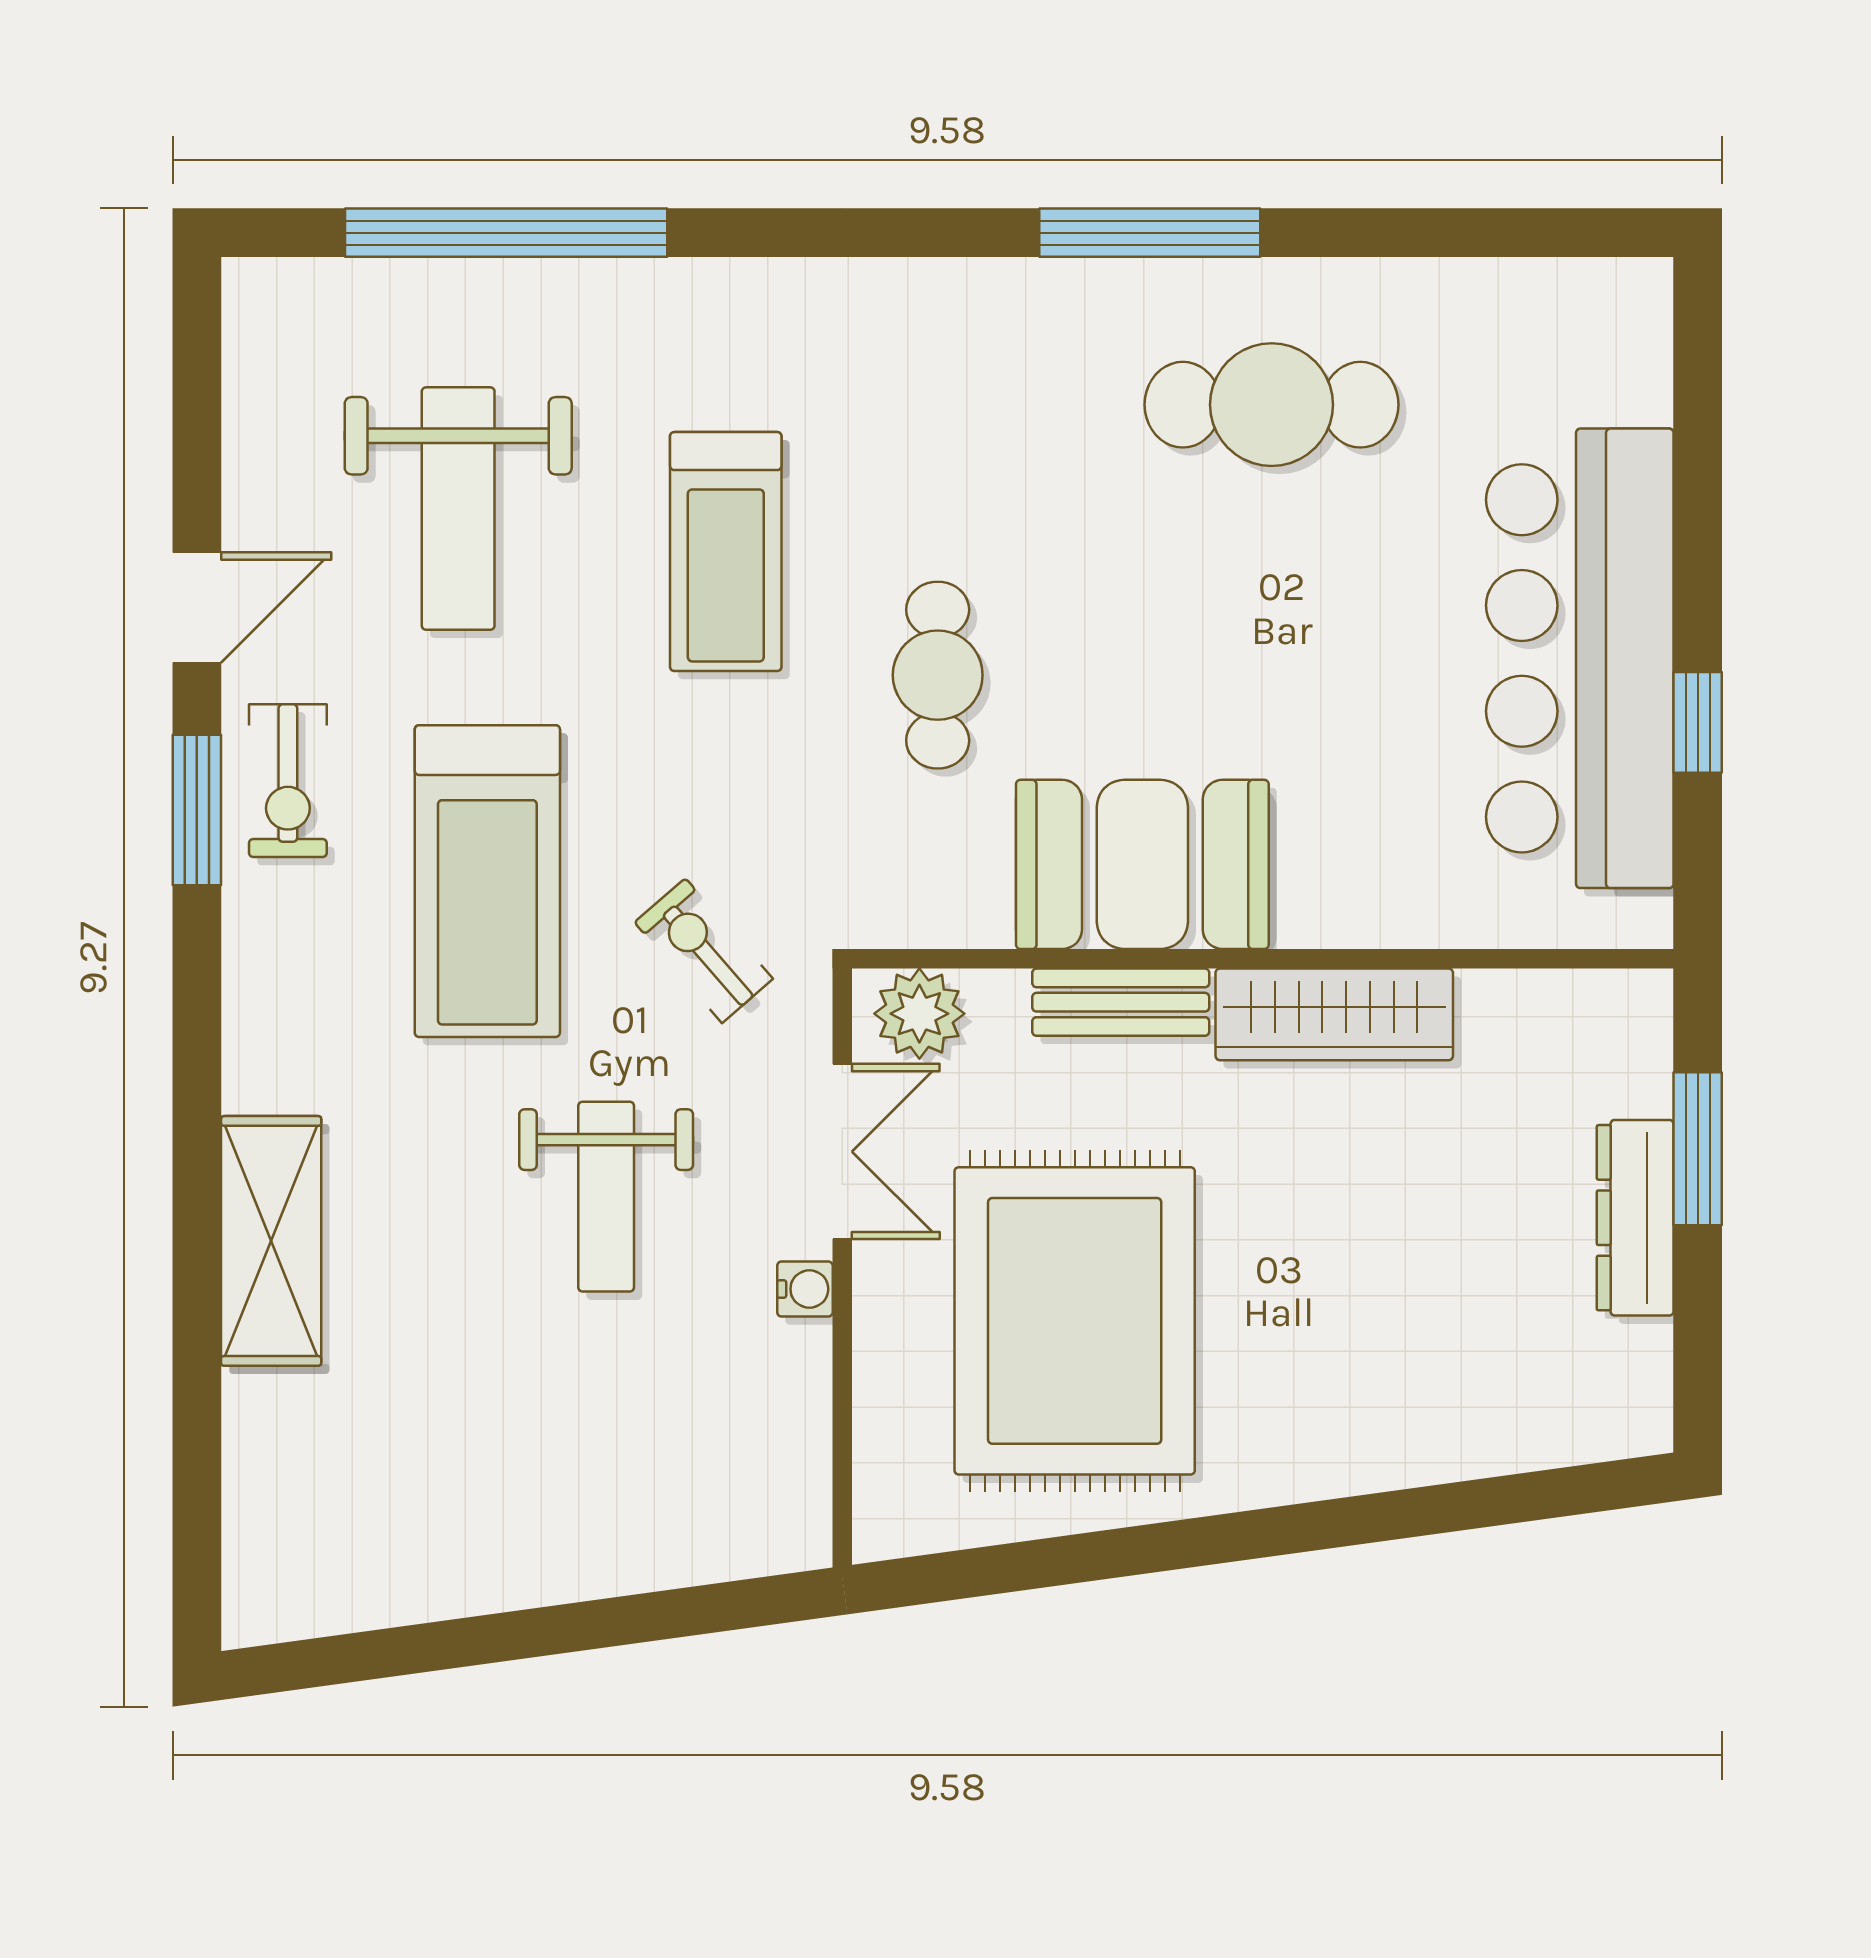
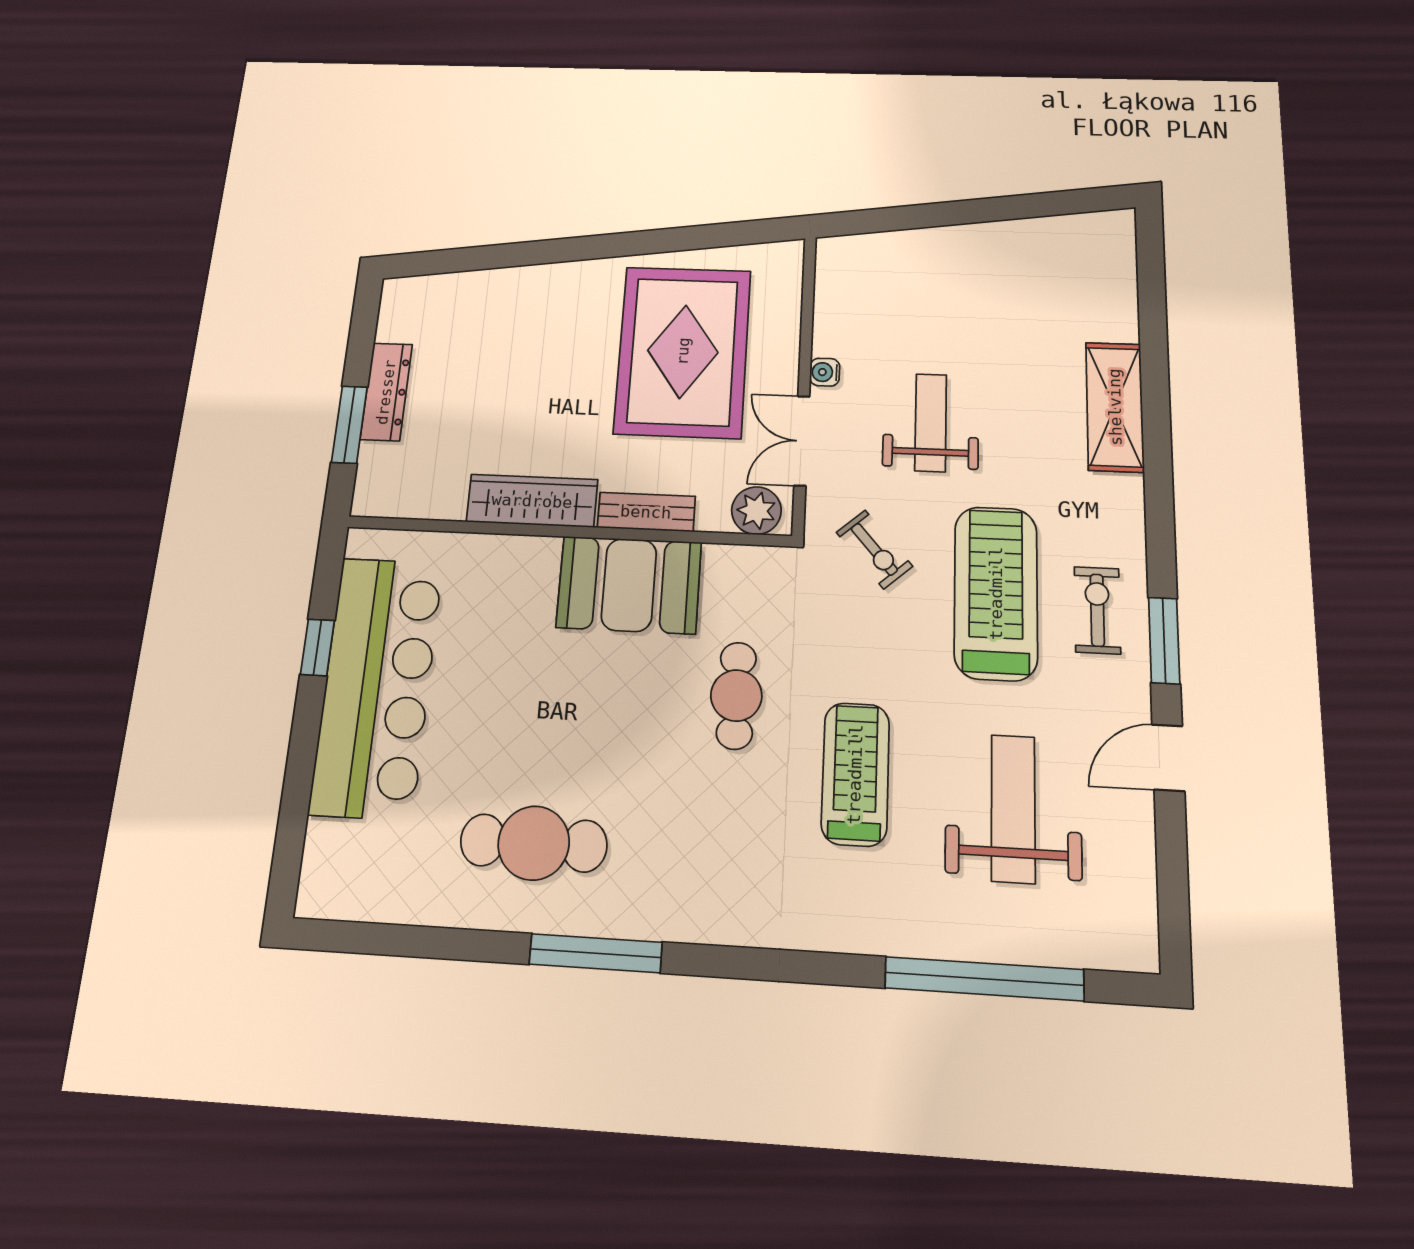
exercise bike: (288, 781) -> (1097, 610), moved

